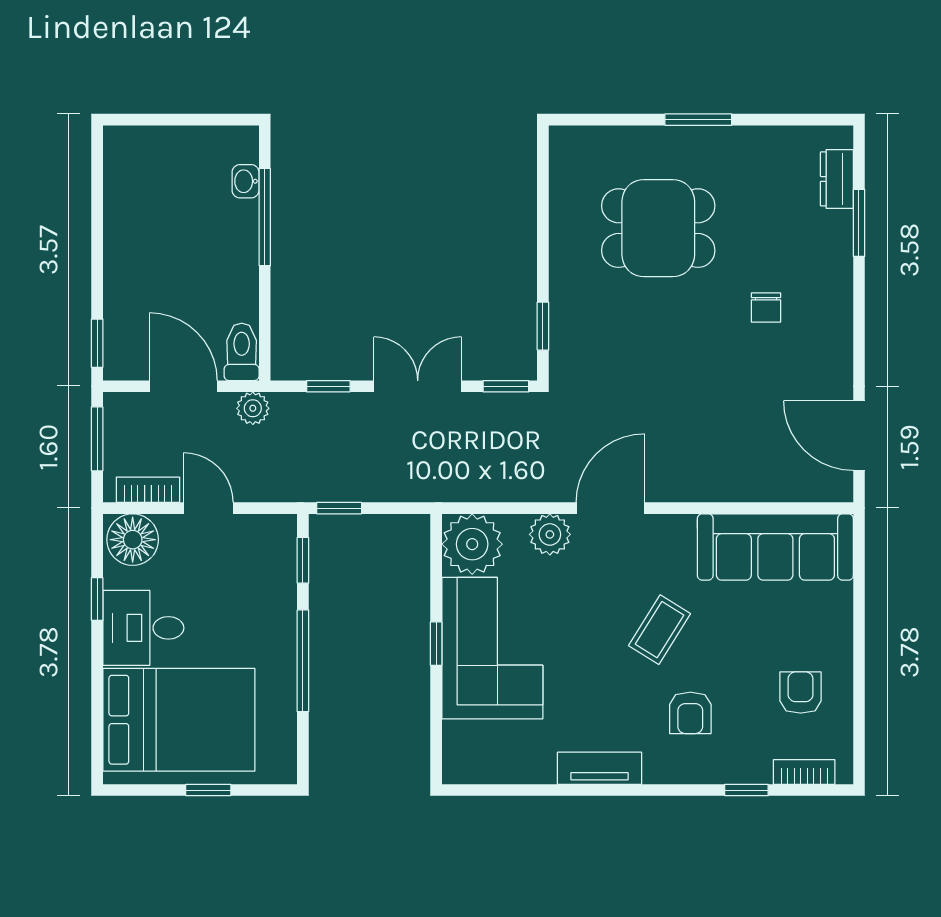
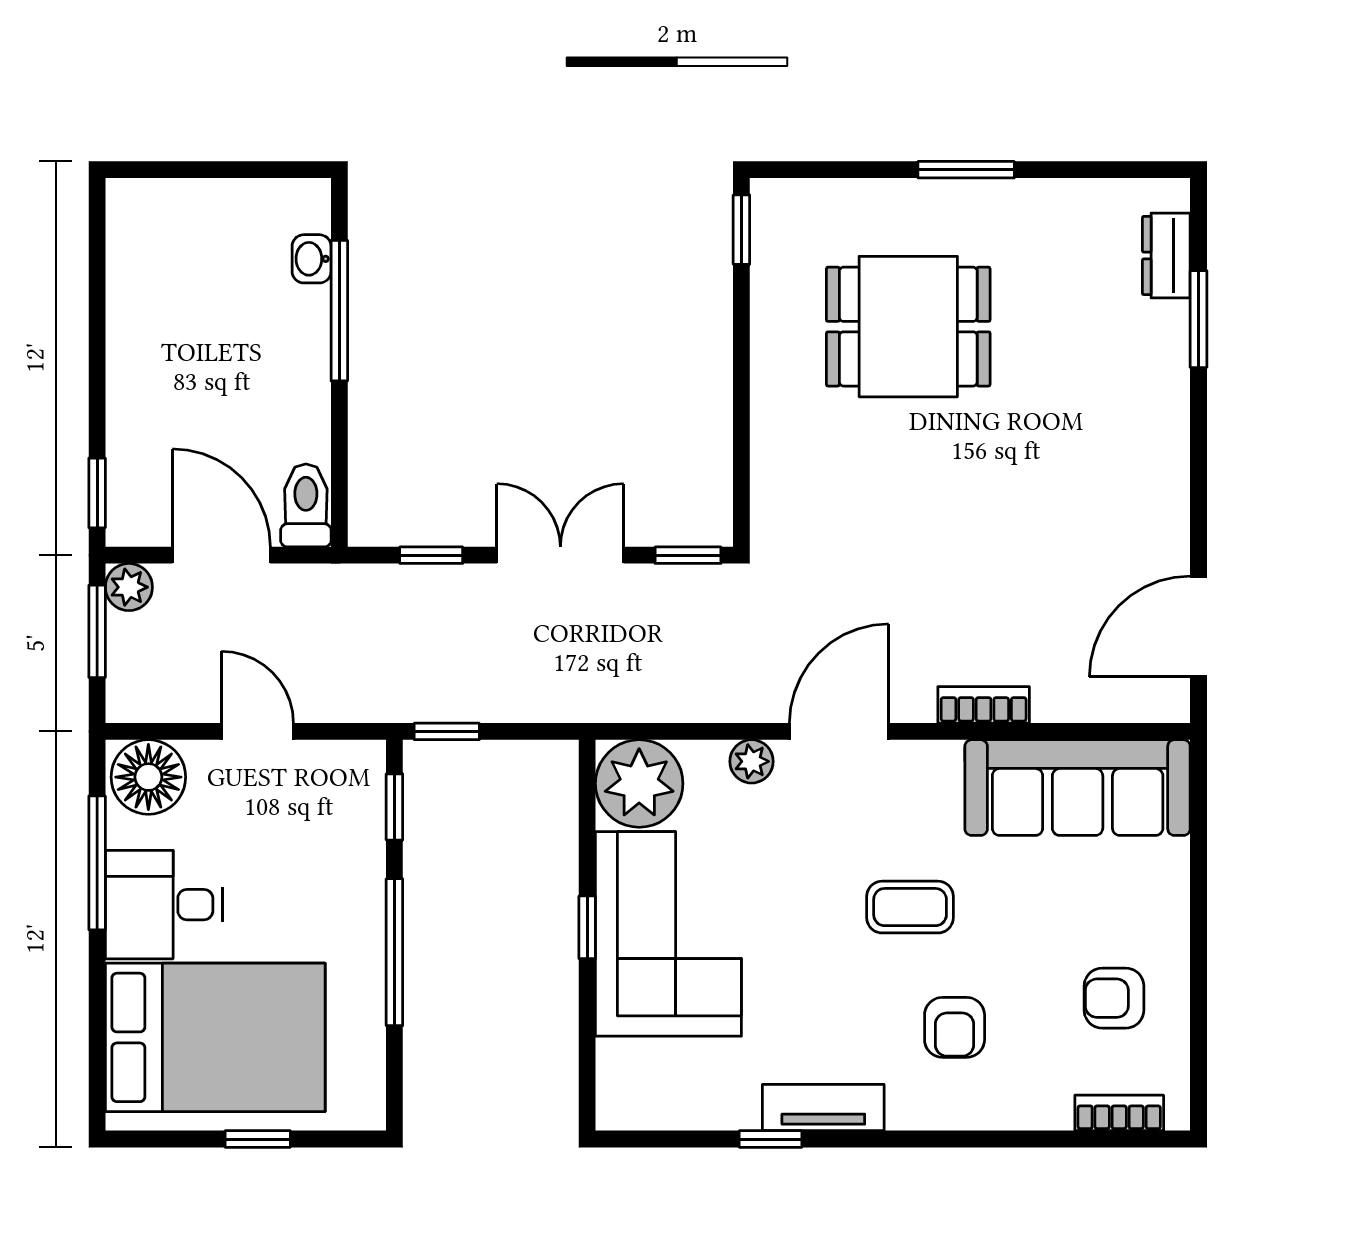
chair: (766, 308) -> (1064, 441), removed
window: (543, 326) -> (741, 230), moved
plant: (253, 408) -> (129, 587), moved
door: (859, 436) -> (1198, 626), hinge flipped
bookcase: (148, 490) -> (984, 705), moved
plant: (550, 534) -> (752, 761), width x0.73, depth x0.73
window: (97, 599) -> (97, 863), width x2.17
coffee table: (659, 630) -> (910, 907), turned 58
armchair: (801, 693) -> (1114, 998), turned -90
window: (746, 790) -> (771, 1139), moved

